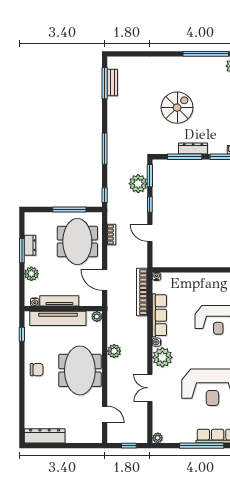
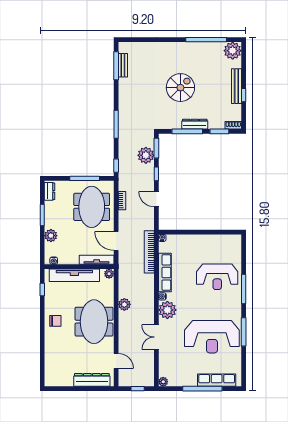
dresser: (30, 245) -> (50, 191), moved
tv unit: (59, 301) -> (97, 260), moved
dresser: (45, 436) -> (92, 380), moved

